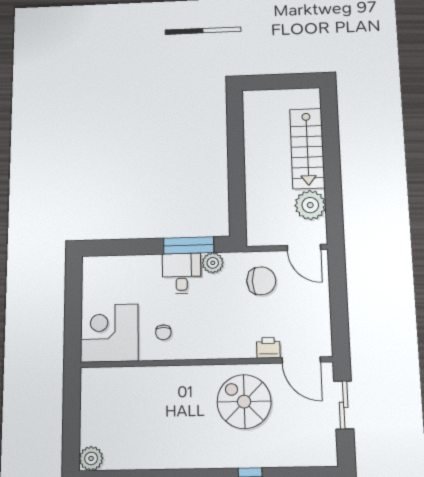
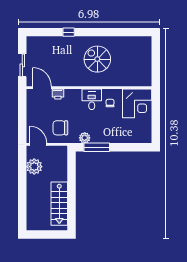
stairs: (307, 148) -> (59, 204), moved, turned 180
desk: (182, 273) -> (92, 99), moved, turned 180
spiral stairs: (244, 402) -> (97, 59), moved, turned 180
plant: (91, 458) -> (146, 42), removed

